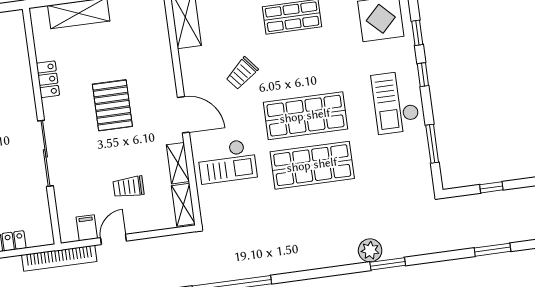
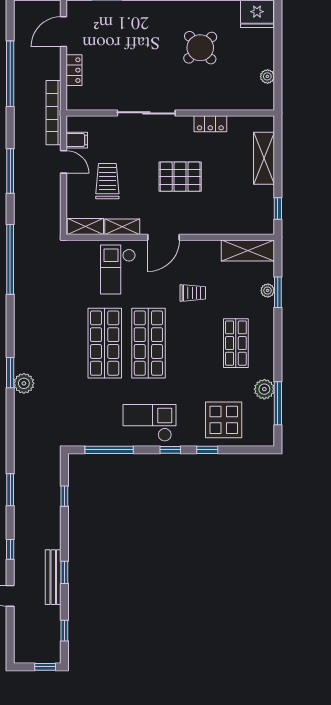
trolley: (242, 73) -> (193, 293), turned 130
window: (432, 144) -> (109, 450), width x1.44
trolley: (129, 187) -> (107, 181), width x1.36, depth x1.39
window: (388, 264) -> (10, 373), moved

